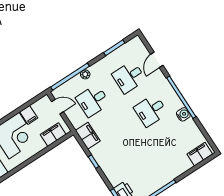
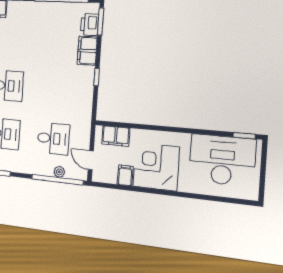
plant: (85, 74) -> (59, 172), moved
filing cabinet: (88, 136) -> (87, 51), moved

